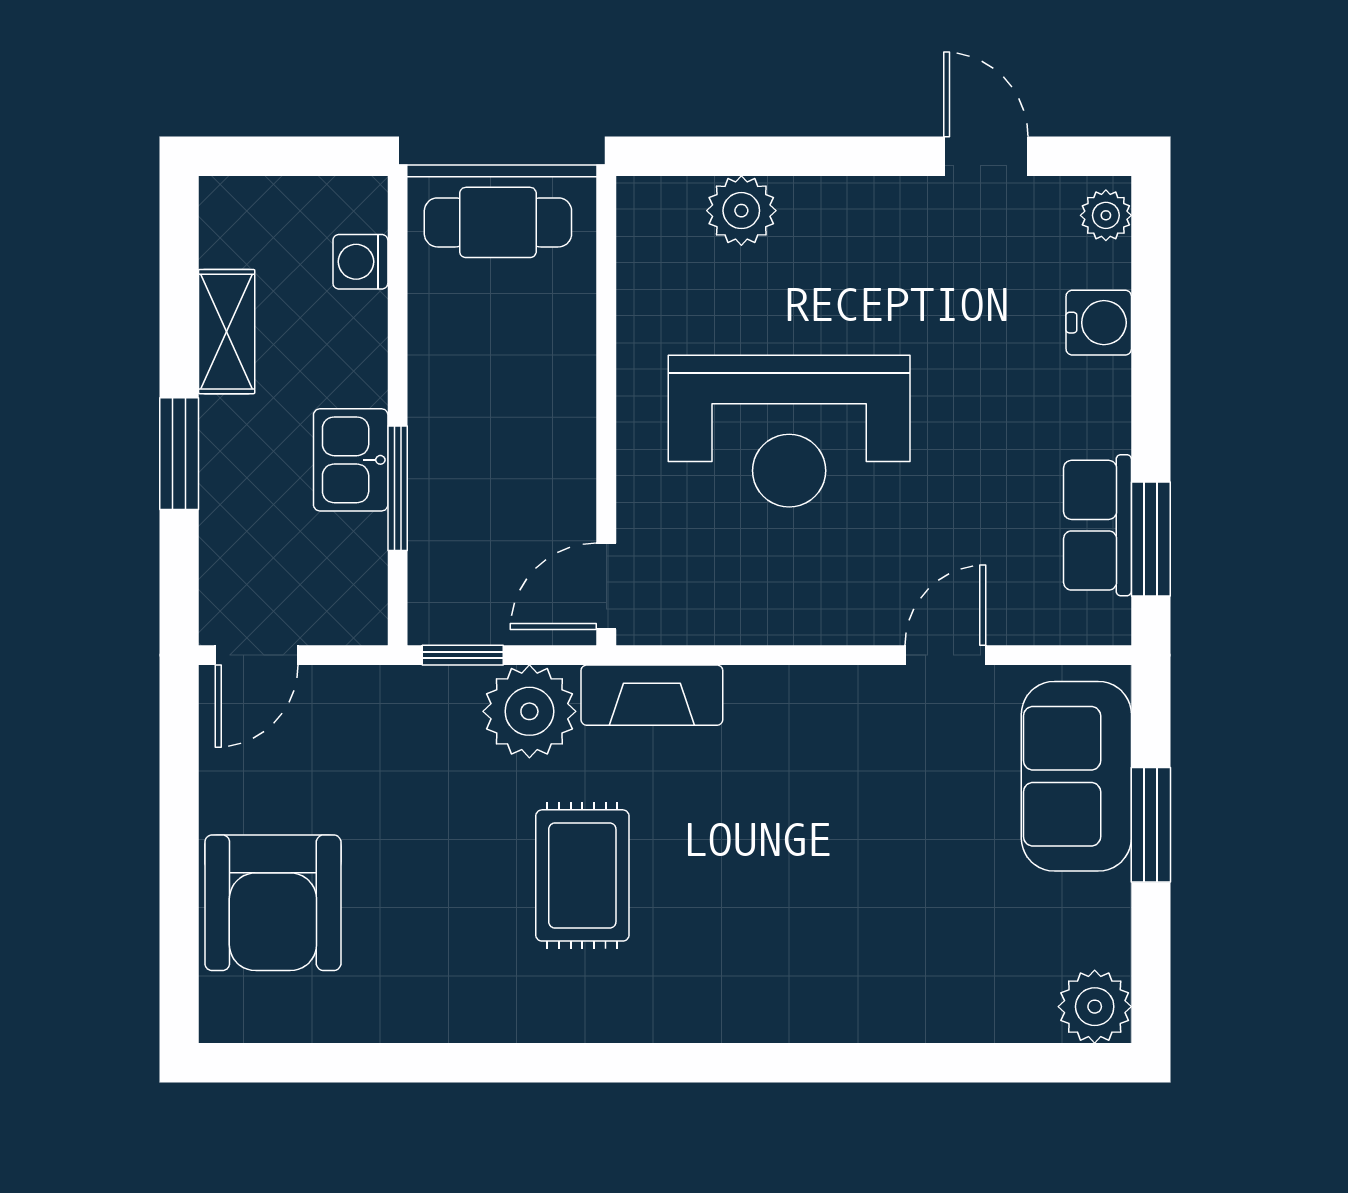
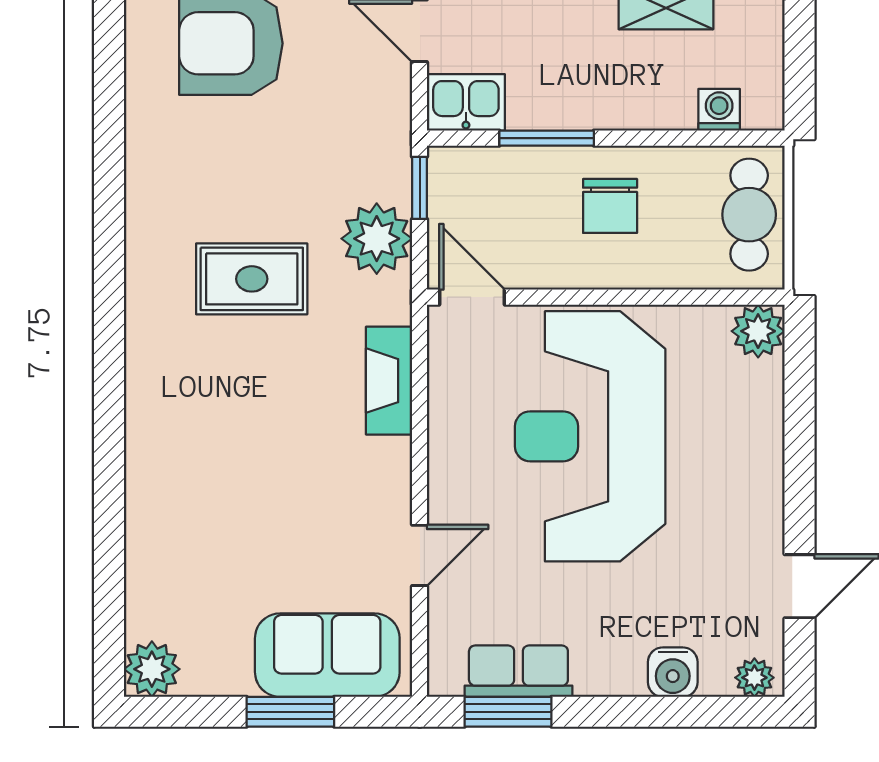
plant: (741, 211) -> (758, 331), moved
chair: (487, 405) -> (610, 206), added
reception desk: (789, 431) -> (590, 436), width x1.36, depth x1.30
kitchen sink: (351, 460) -> (466, 102), moved
door: (945, 655) -> (420, 555), hinge flipped
fireplace: (652, 695) -> (389, 381), moved

